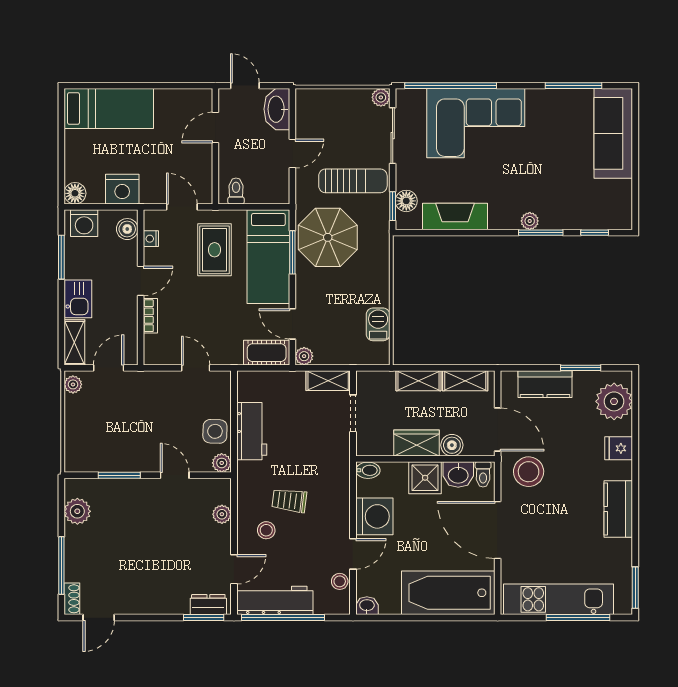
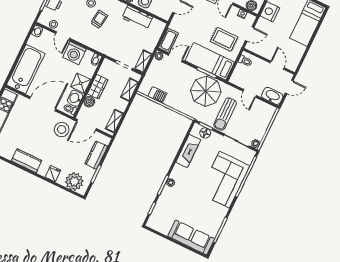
shelving: (418, 381) -> (130, 90), moved

